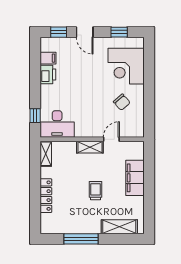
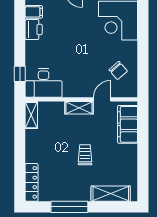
chair: (122, 102) -> (118, 71), moved
filing cabinet: (135, 178) -> (128, 124), moved
locker: (46, 196) -> (32, 182), moved

